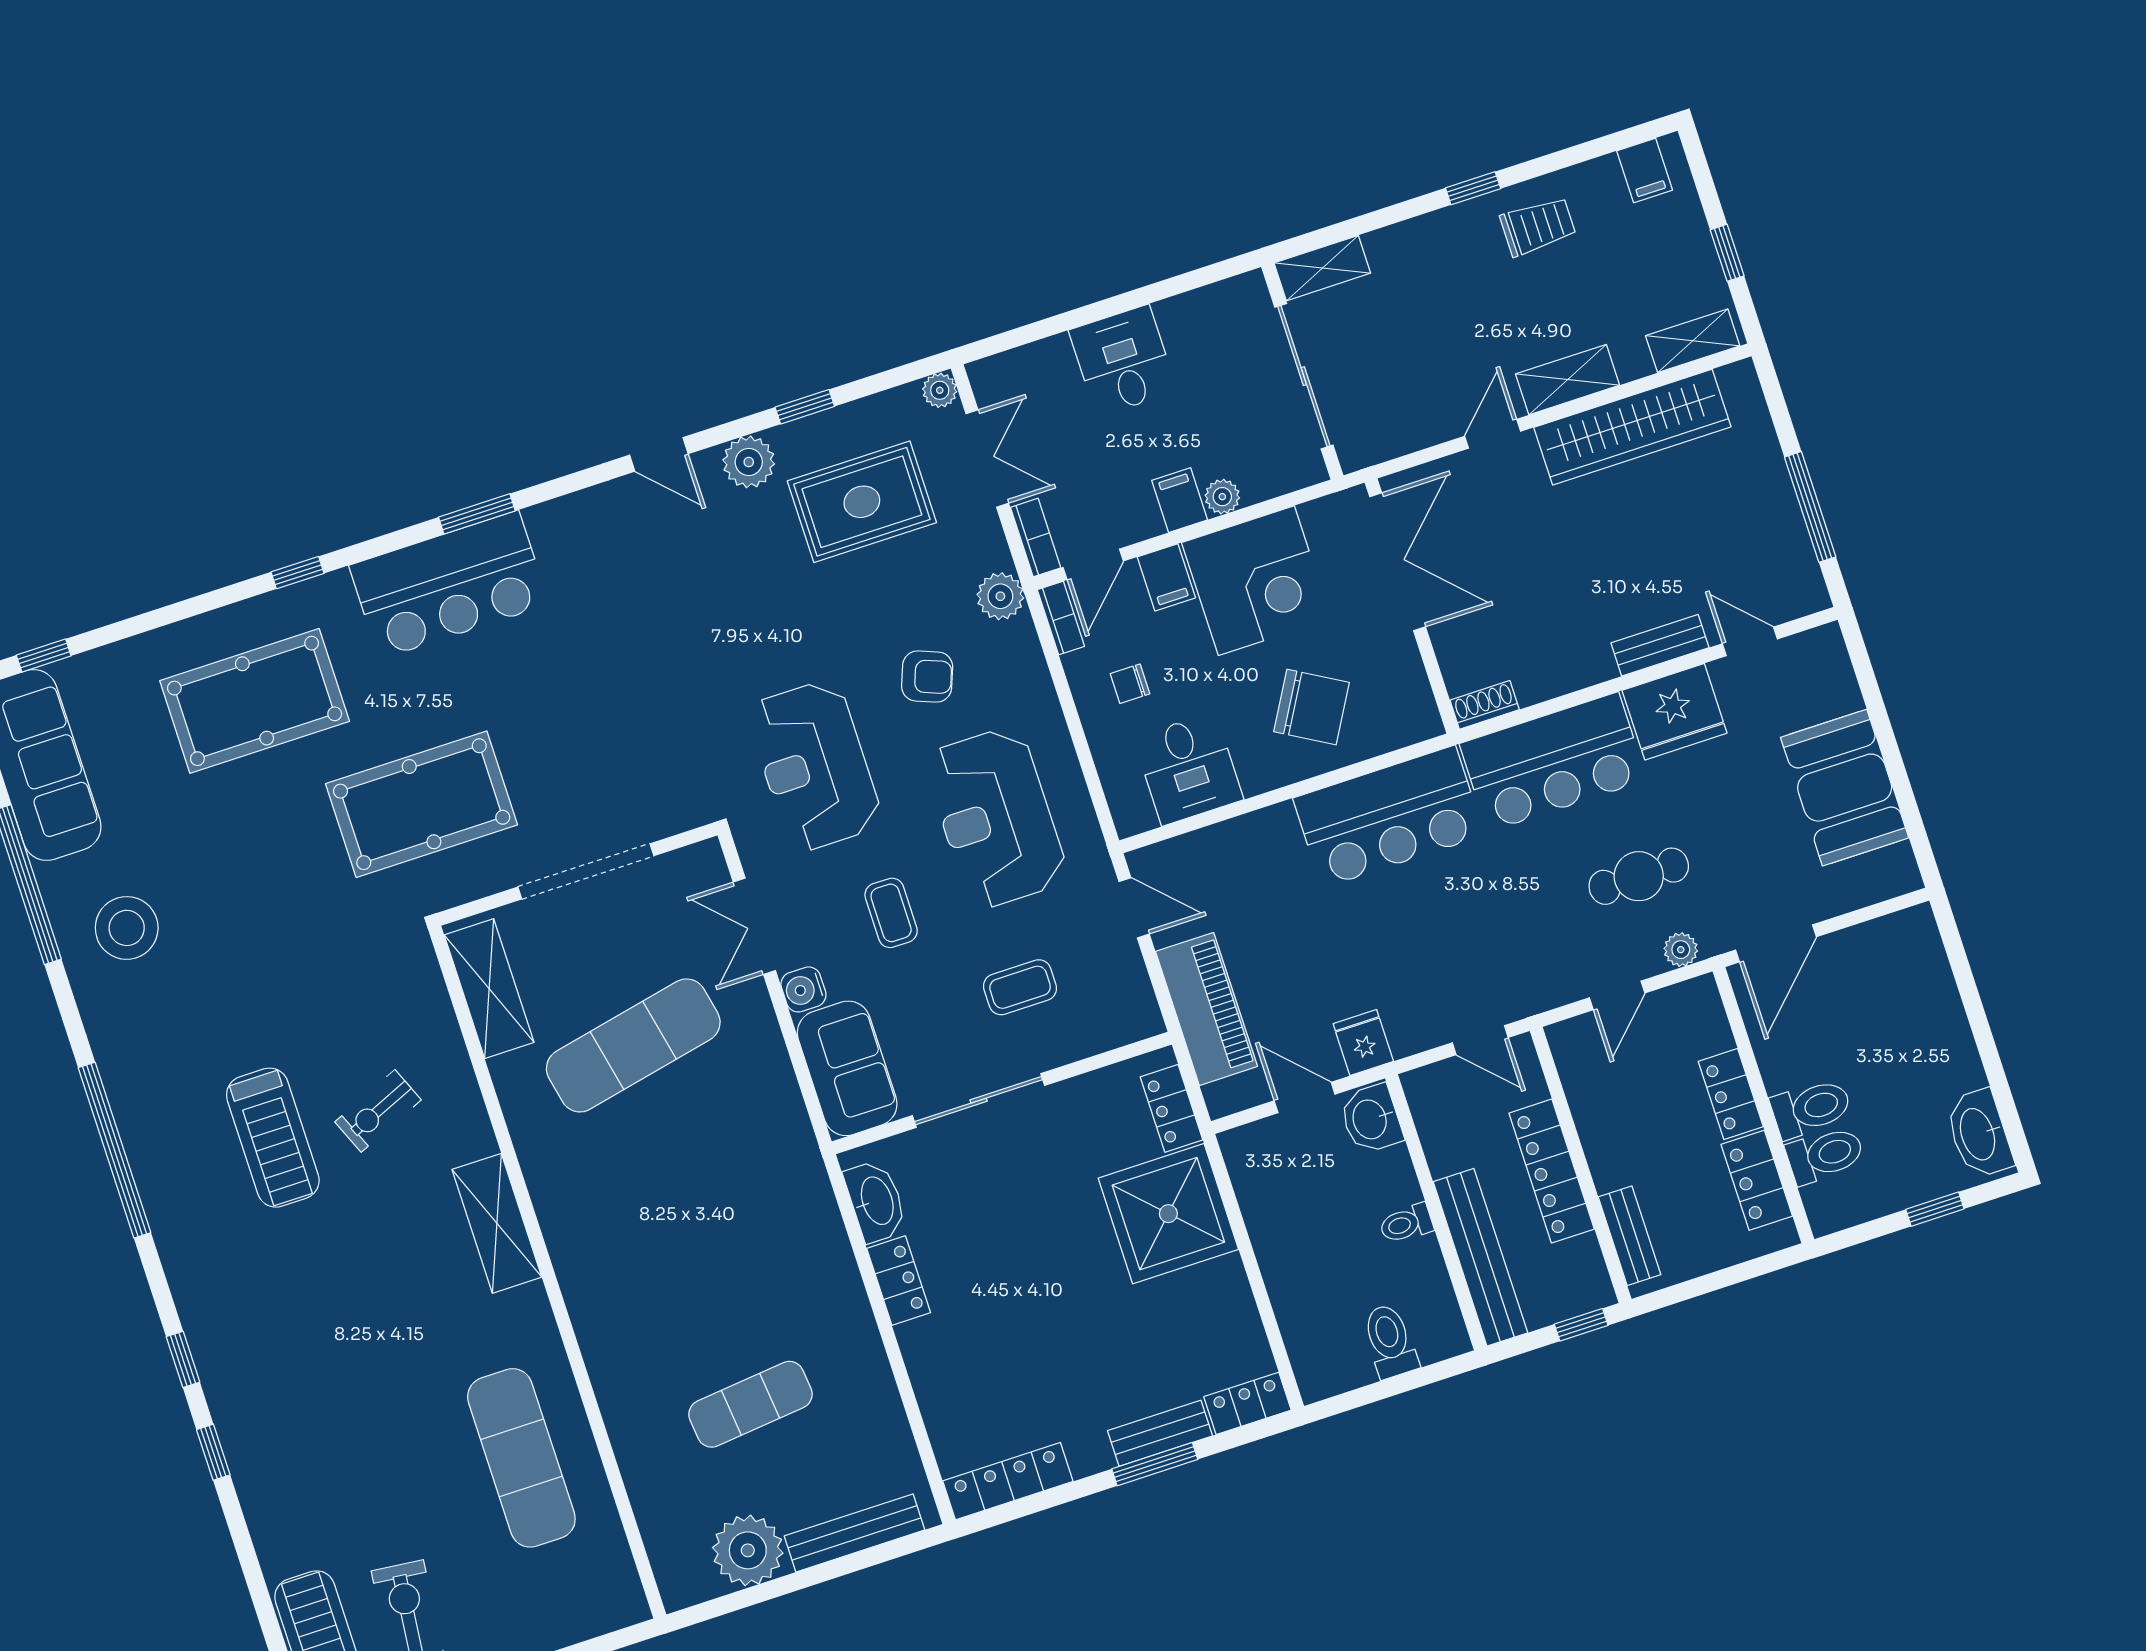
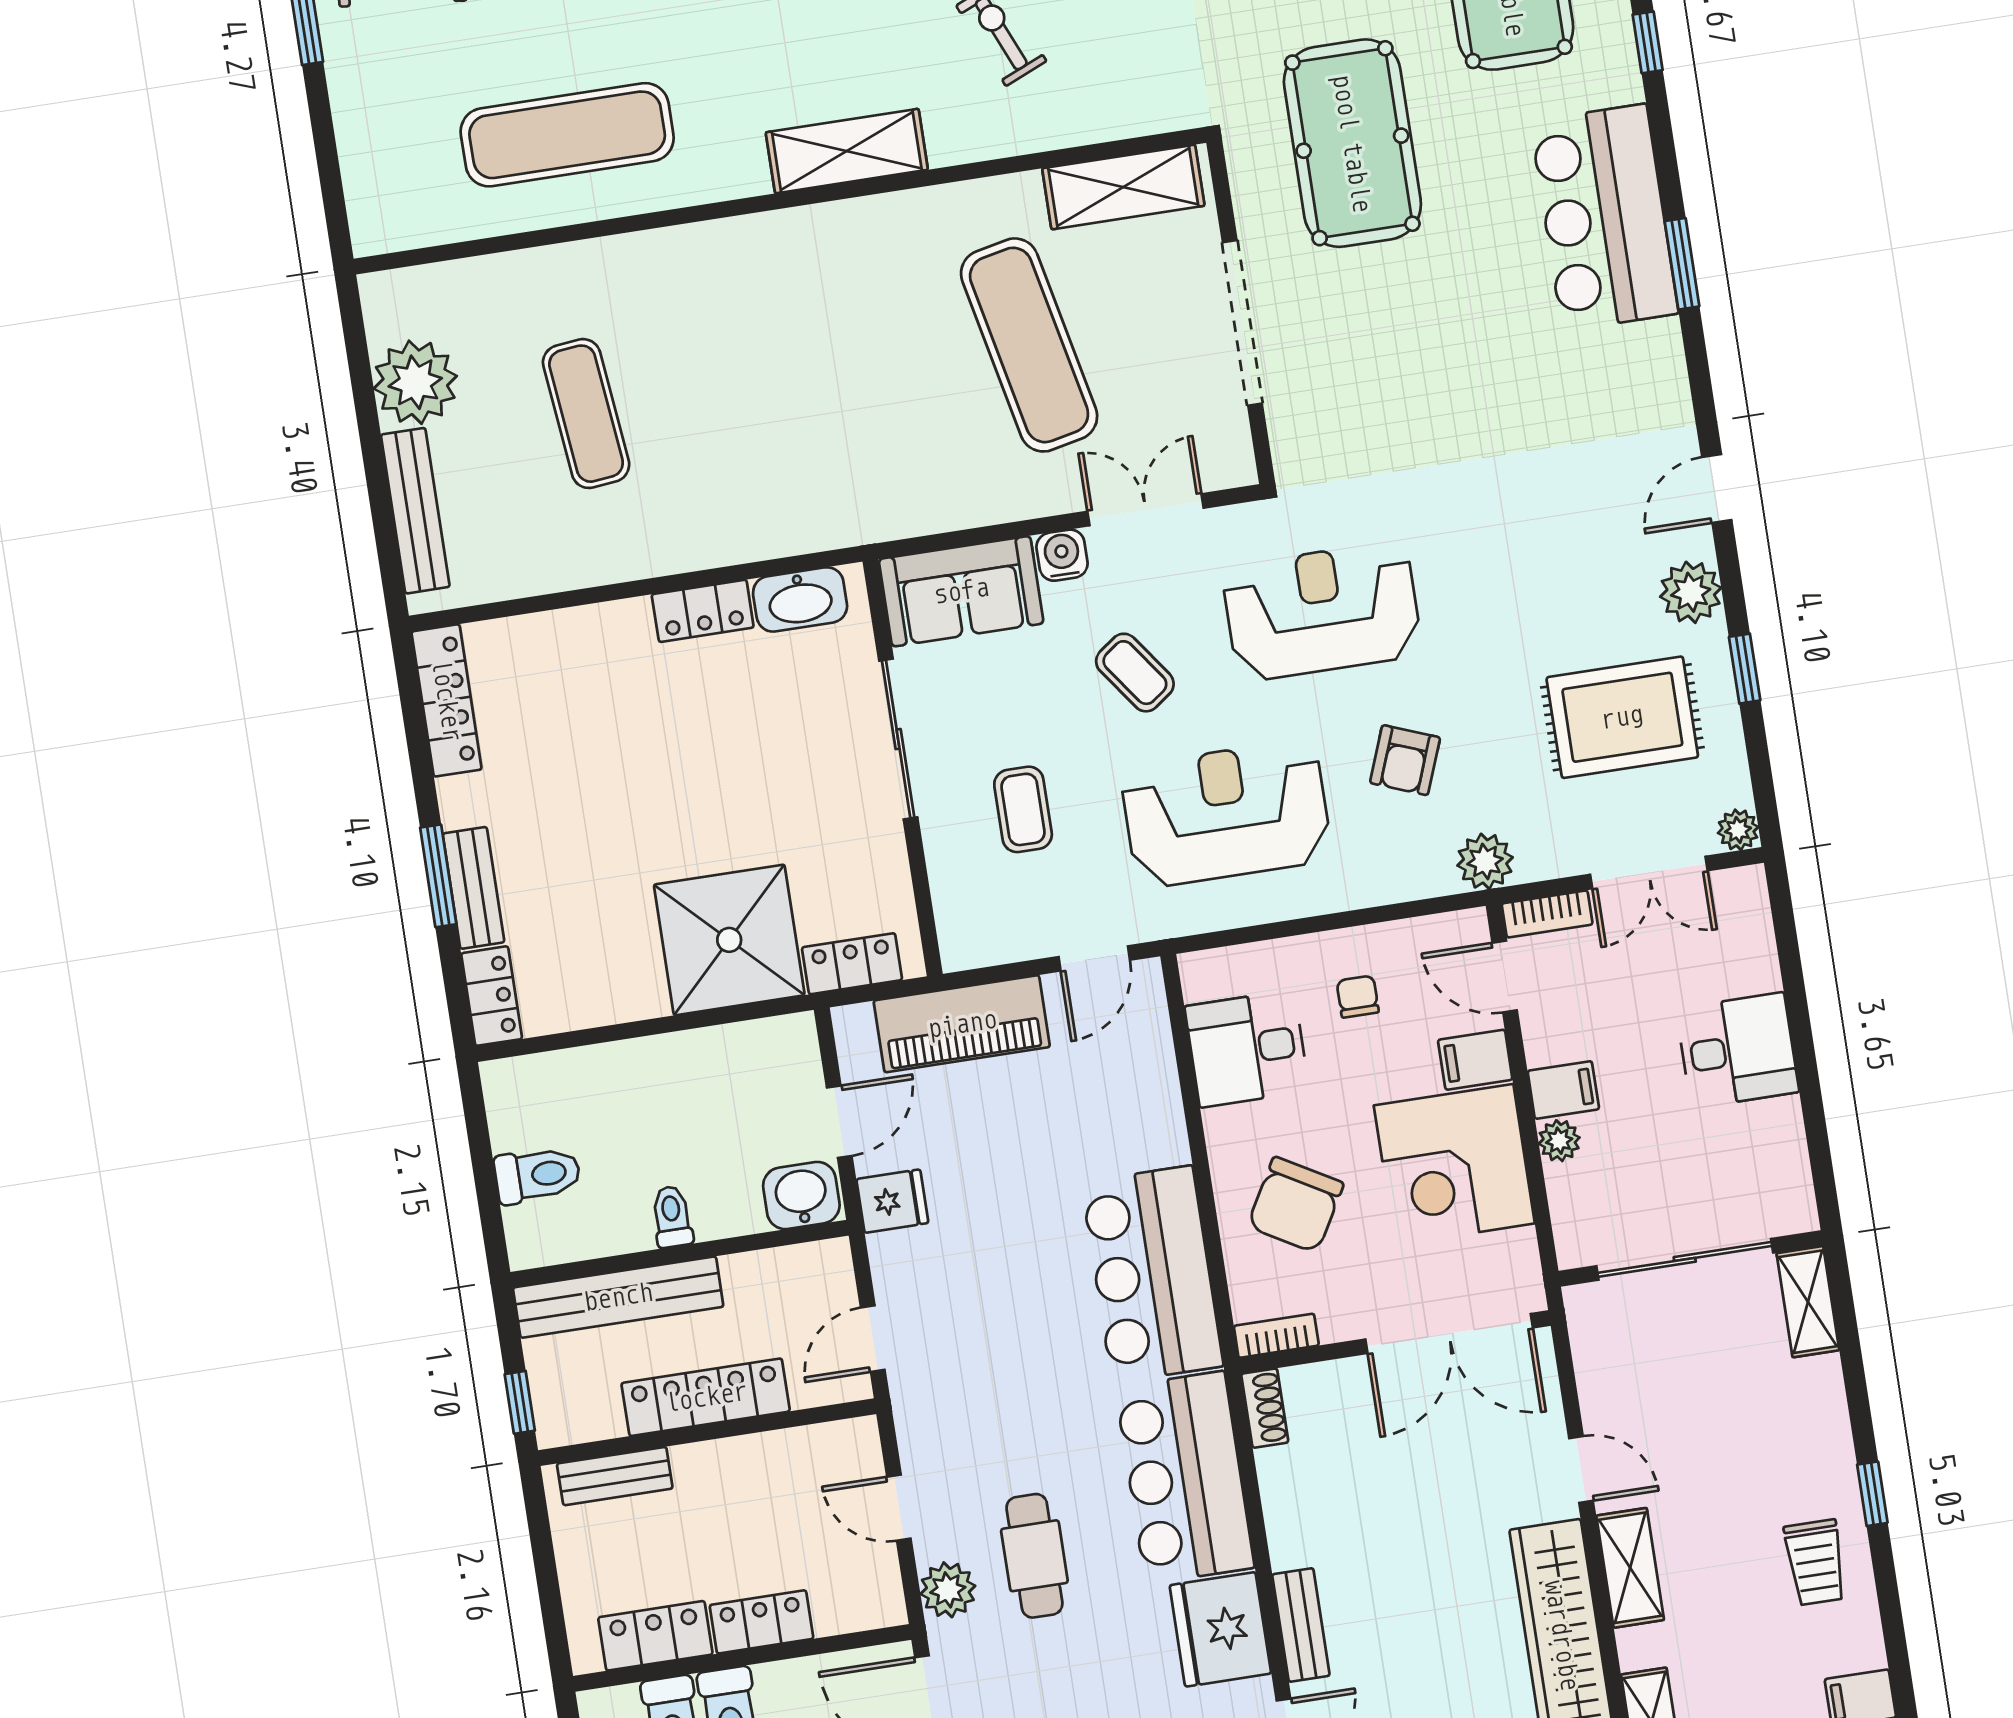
rug: (862, 502) -> (1622, 717), turned 90
bookcase: (1061, 618) -> (1276, 1336), moved, turned 180
coffee table: (891, 913) -> (1135, 673), turned 54
plant: (1681, 950) -> (948, 1590), width x1.38, depth x1.38

